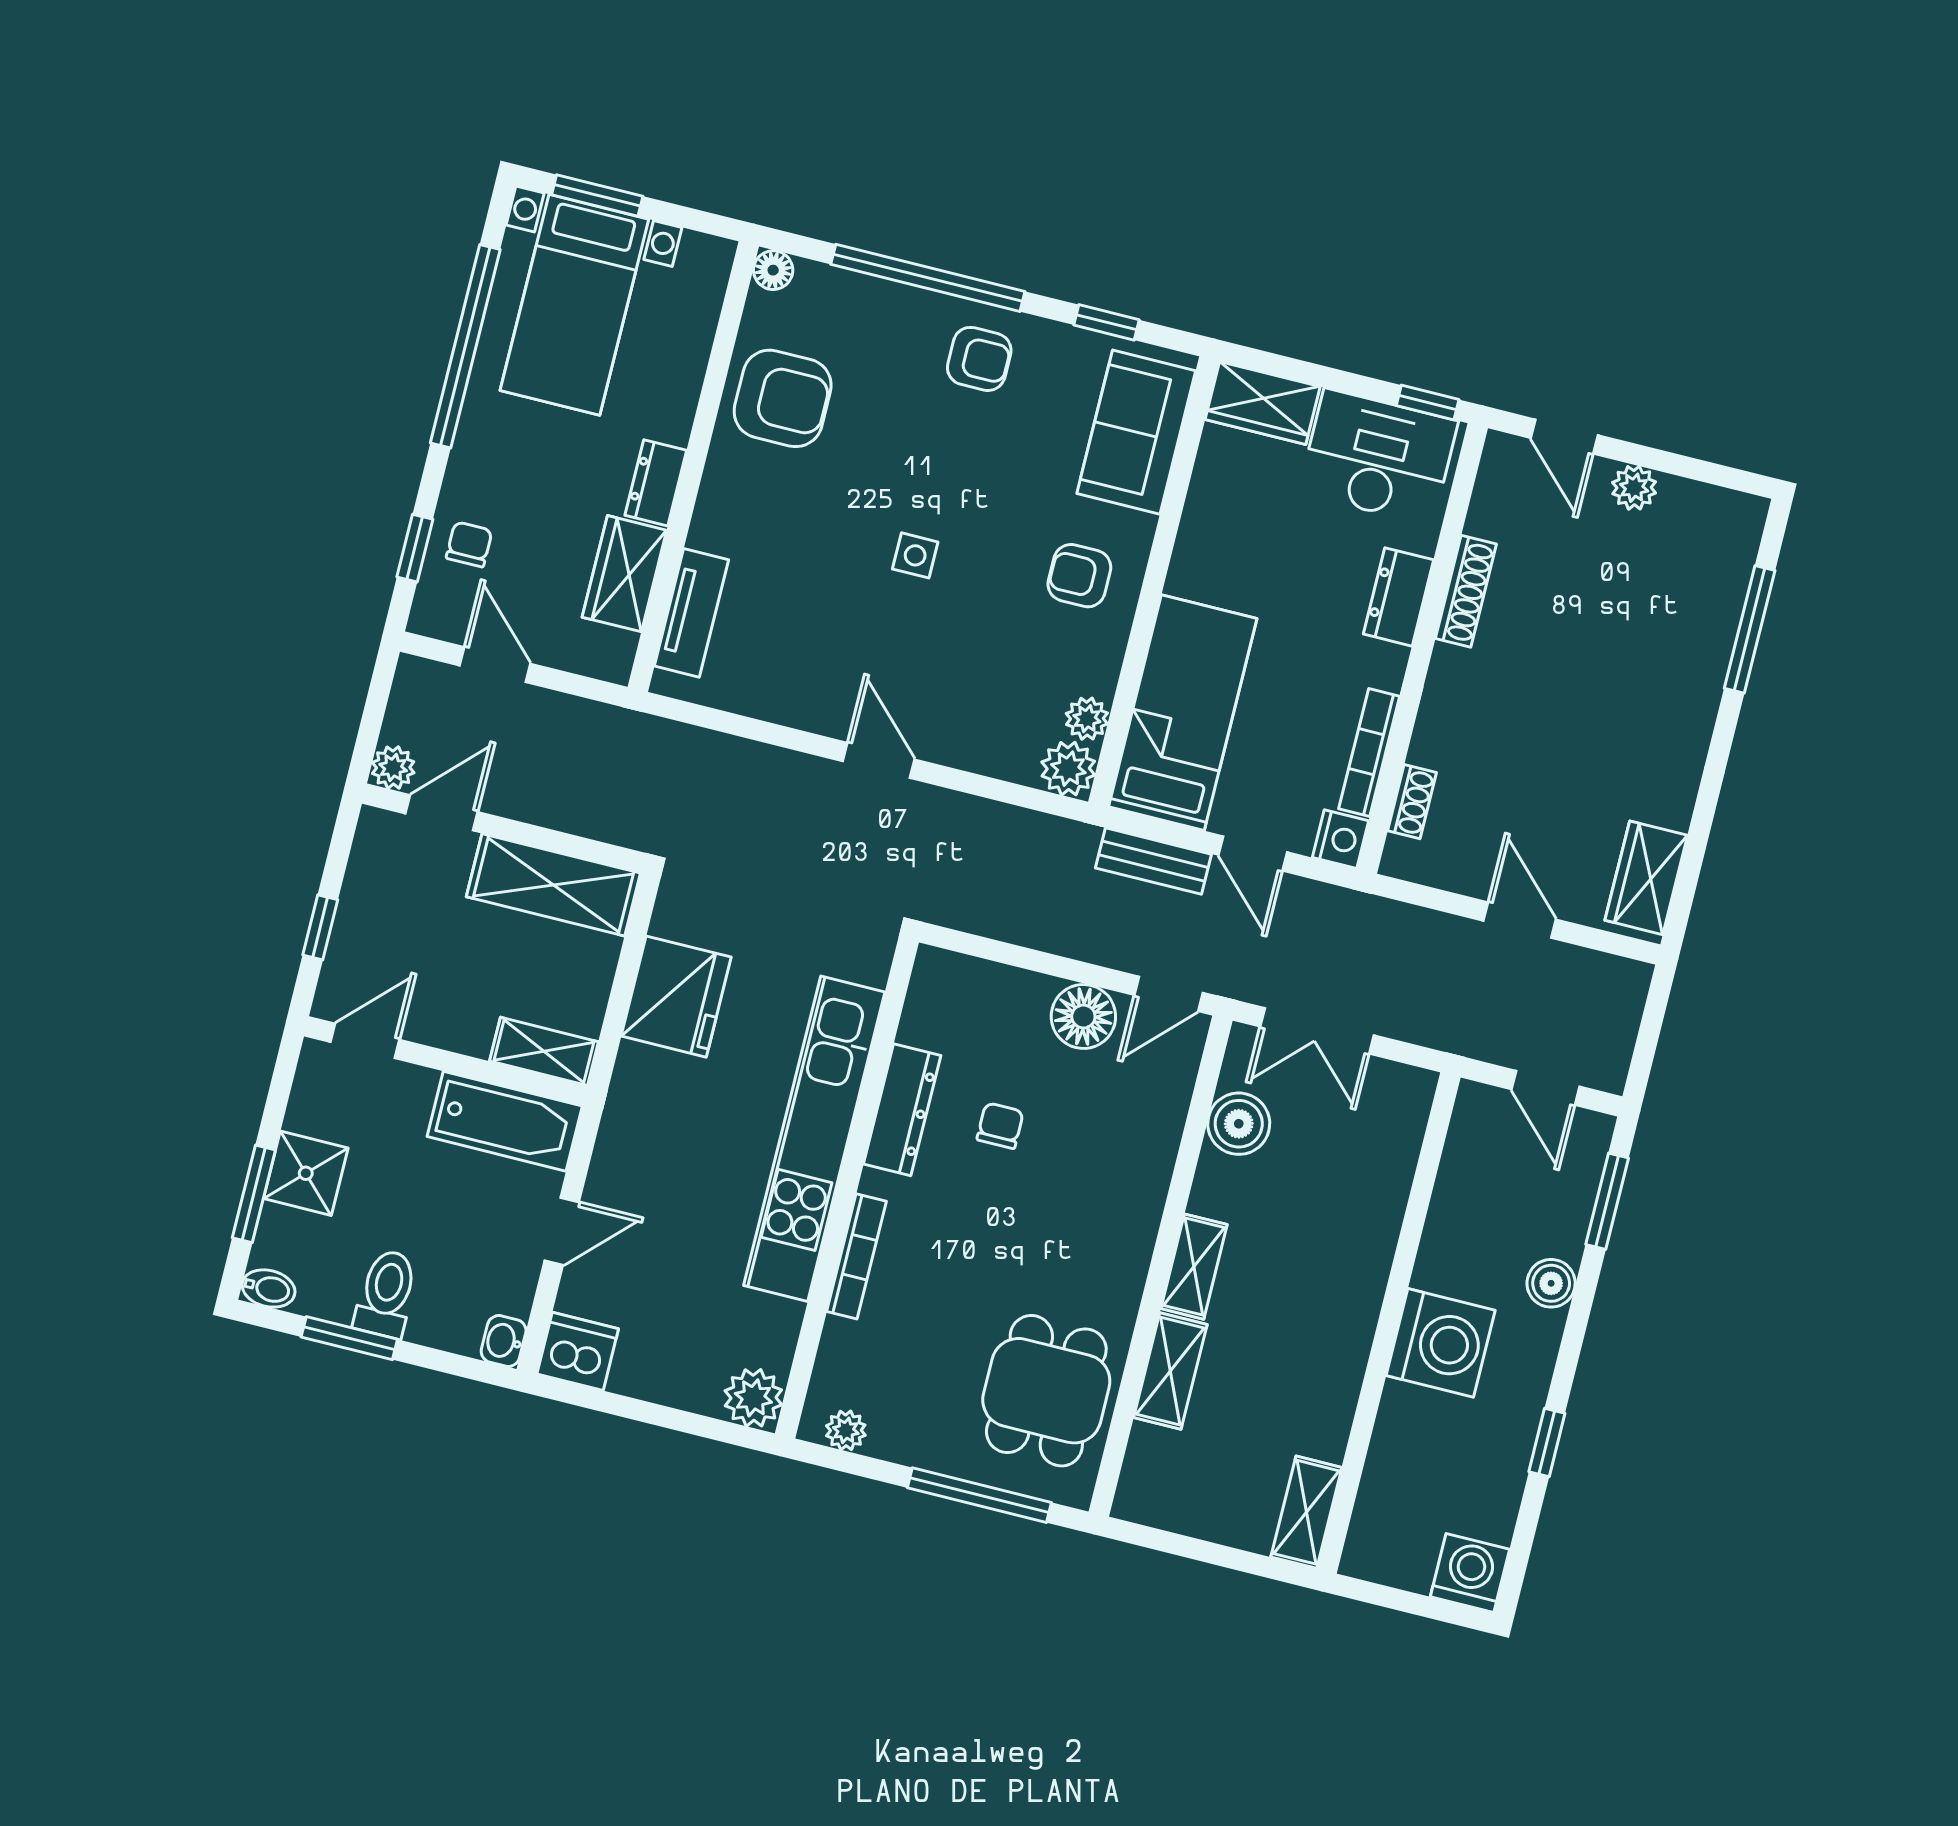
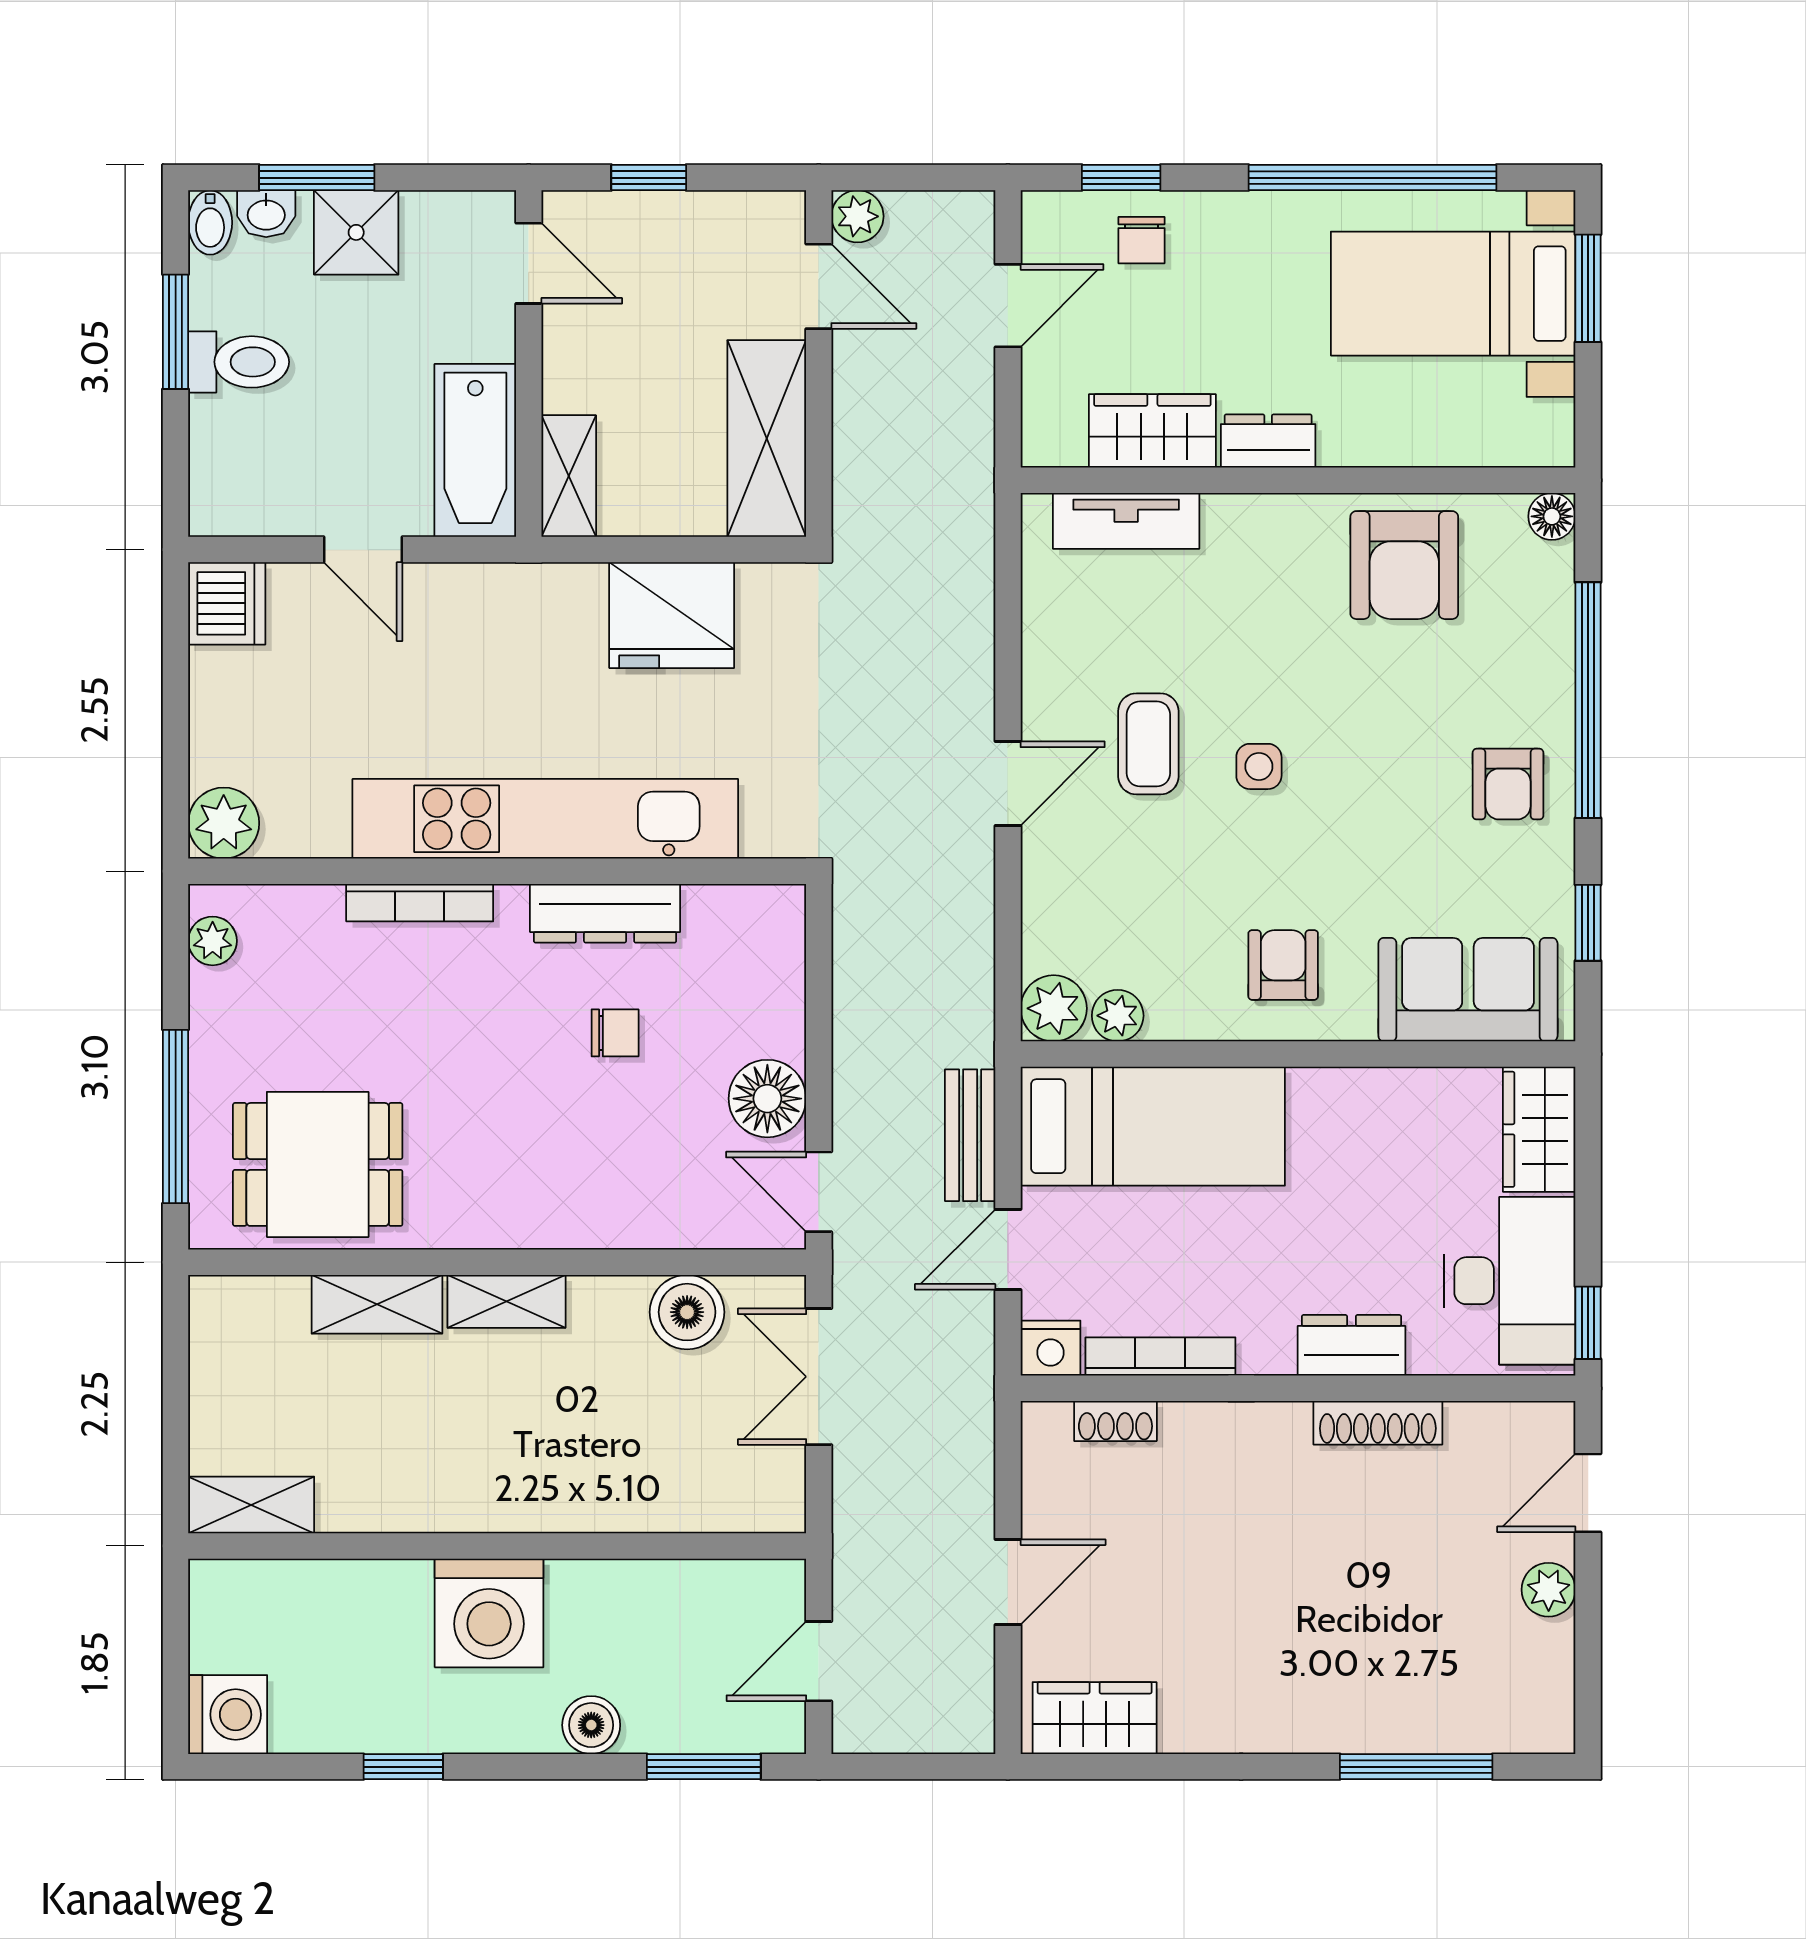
chair: (469, 544) -> (1142, 240), turned 90
coffee table: (875, 640) -> (1148, 744), added
washbasin: (504, 1341) -> (266, 214), moved, turned 180

